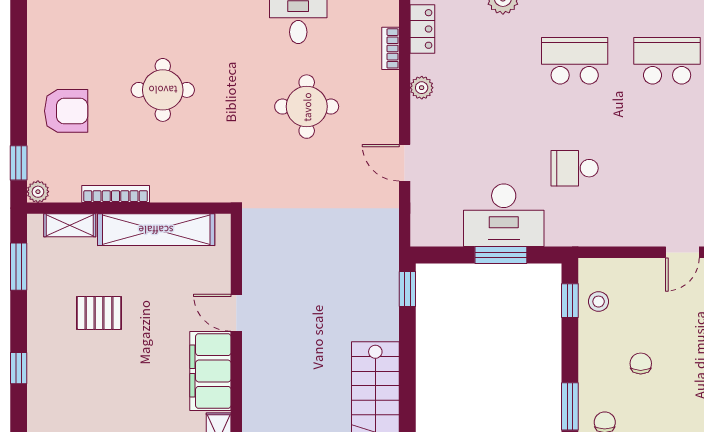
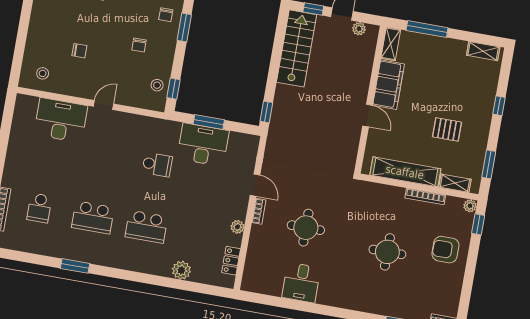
bookcase: (390, 48) -> (259, 211), moved

